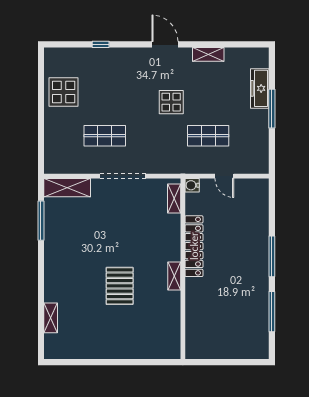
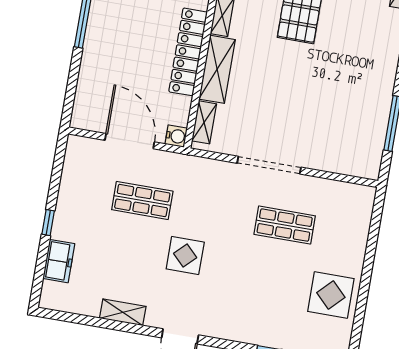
freezer: (260, 88) -> (59, 261), width x0.71
window: (272, 109) -> (48, 223), width x0.46
door: (224, 176) -> (130, 141), width x1.88
shelving: (67, 188) -> (217, 69), moved, turned 90

